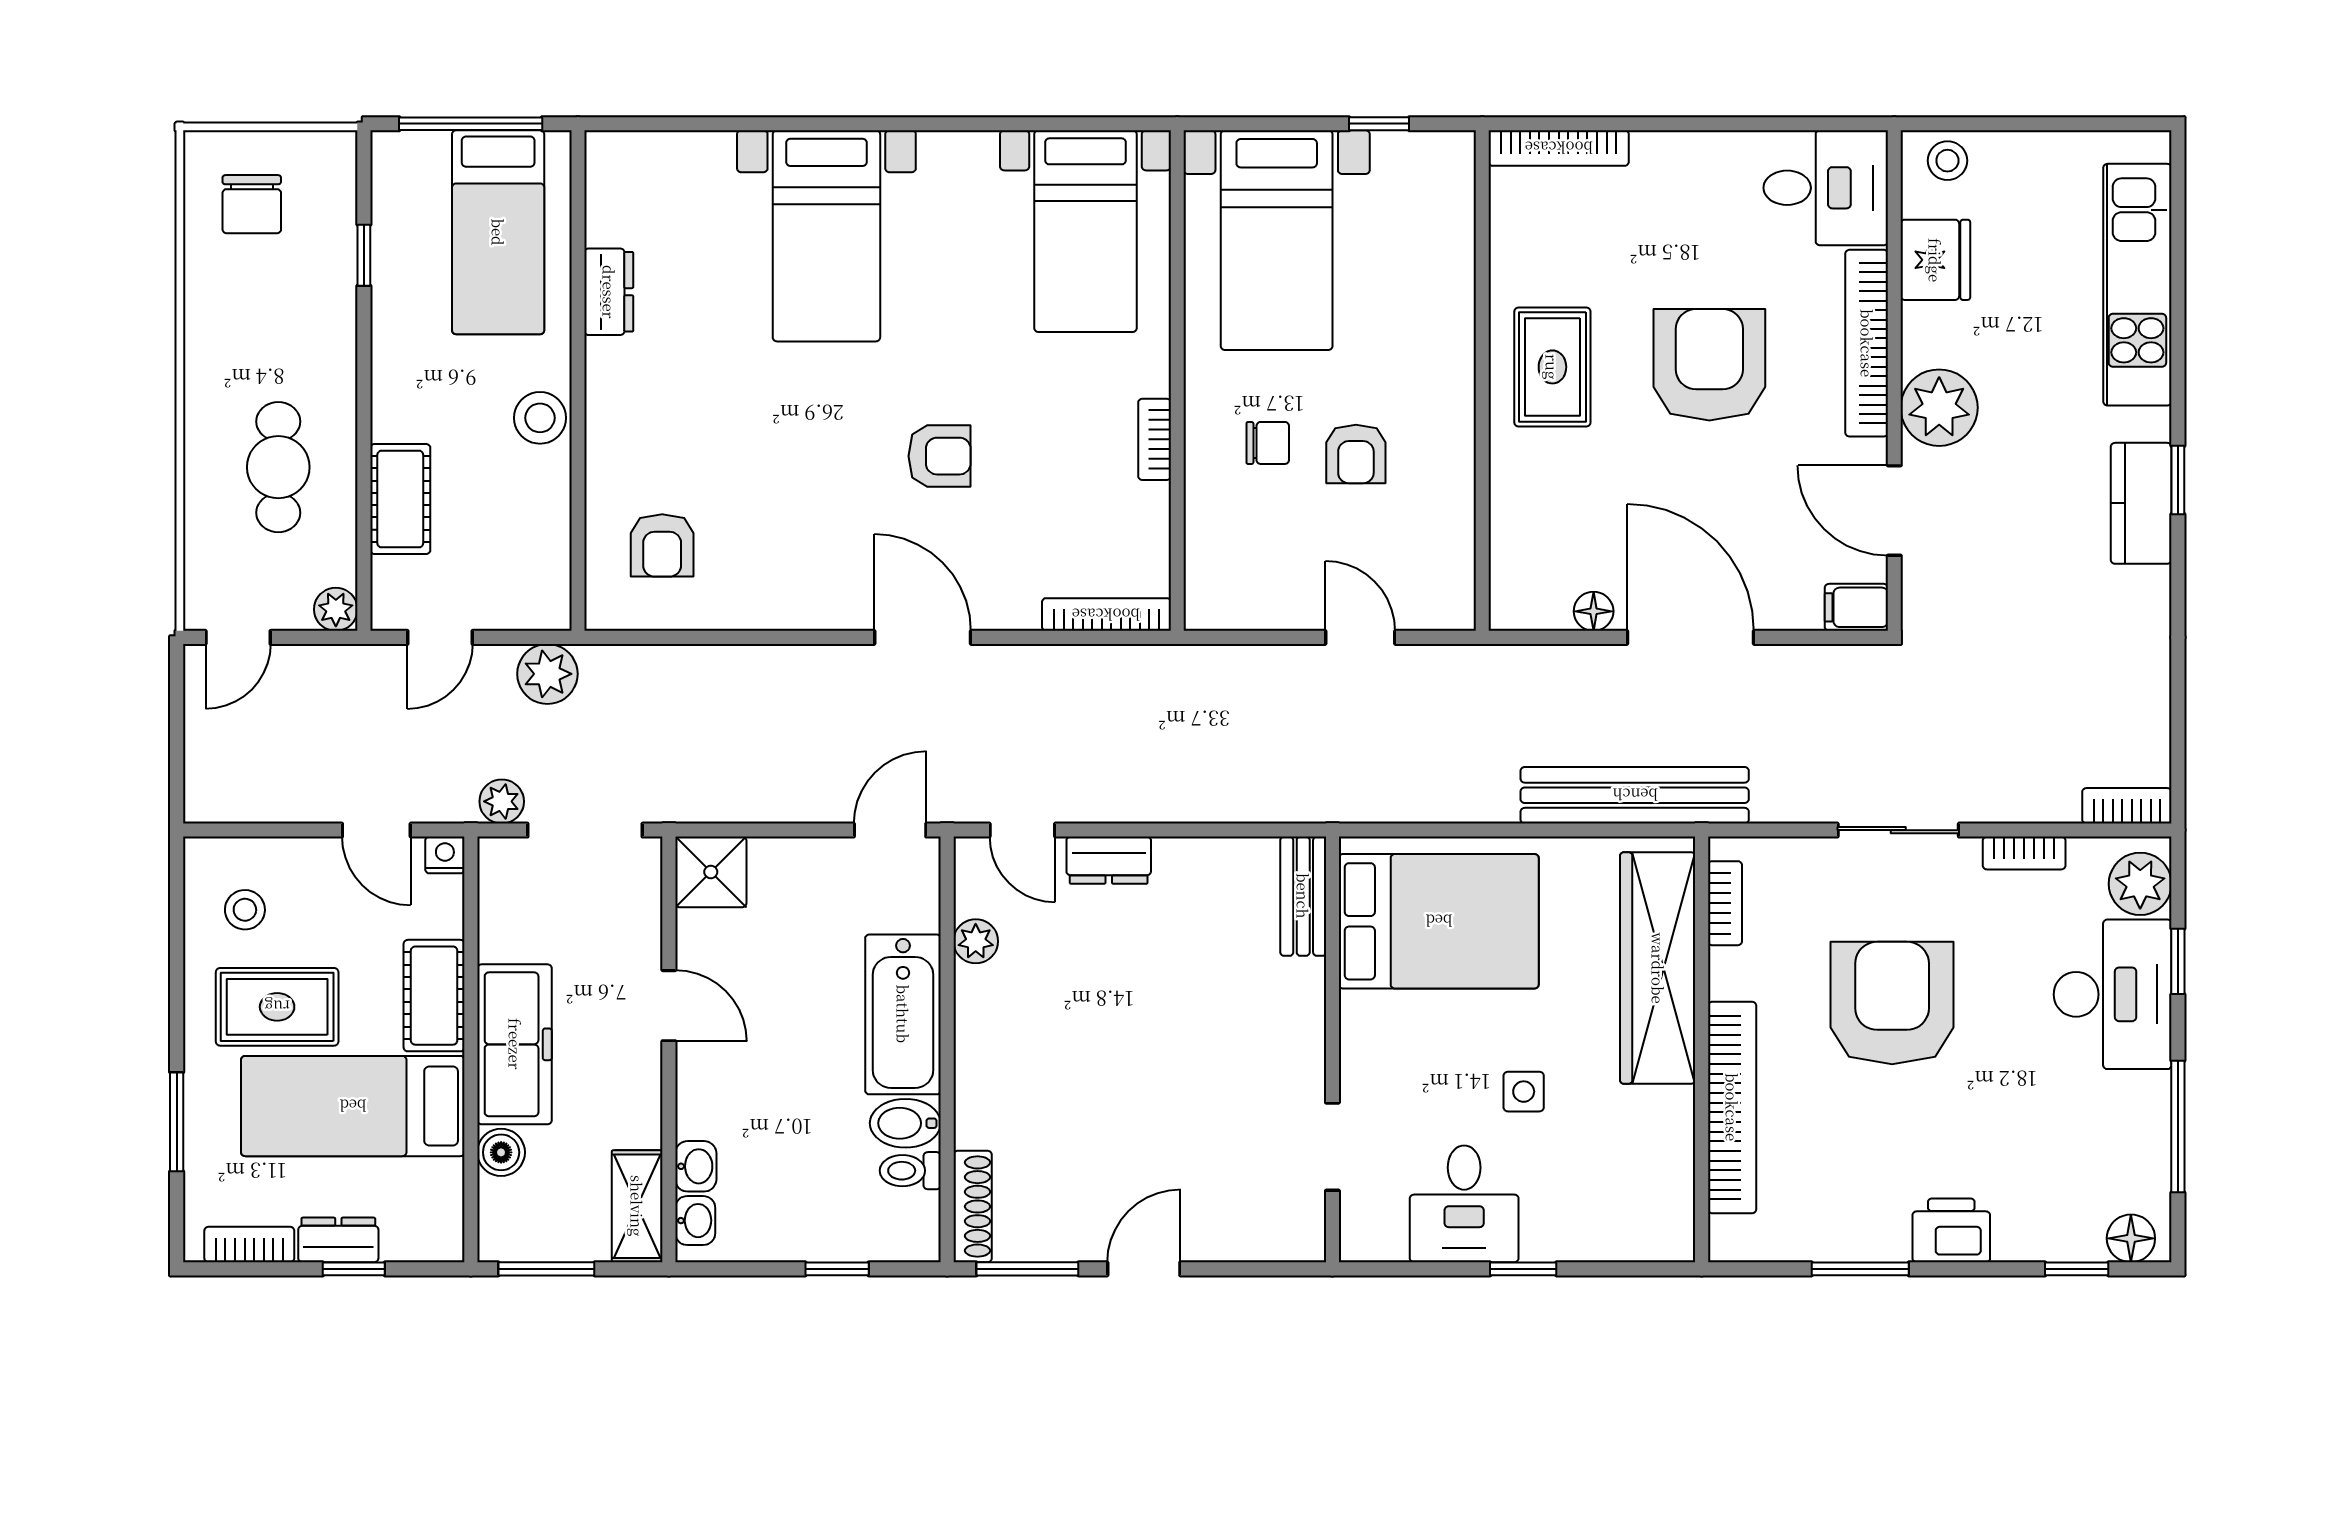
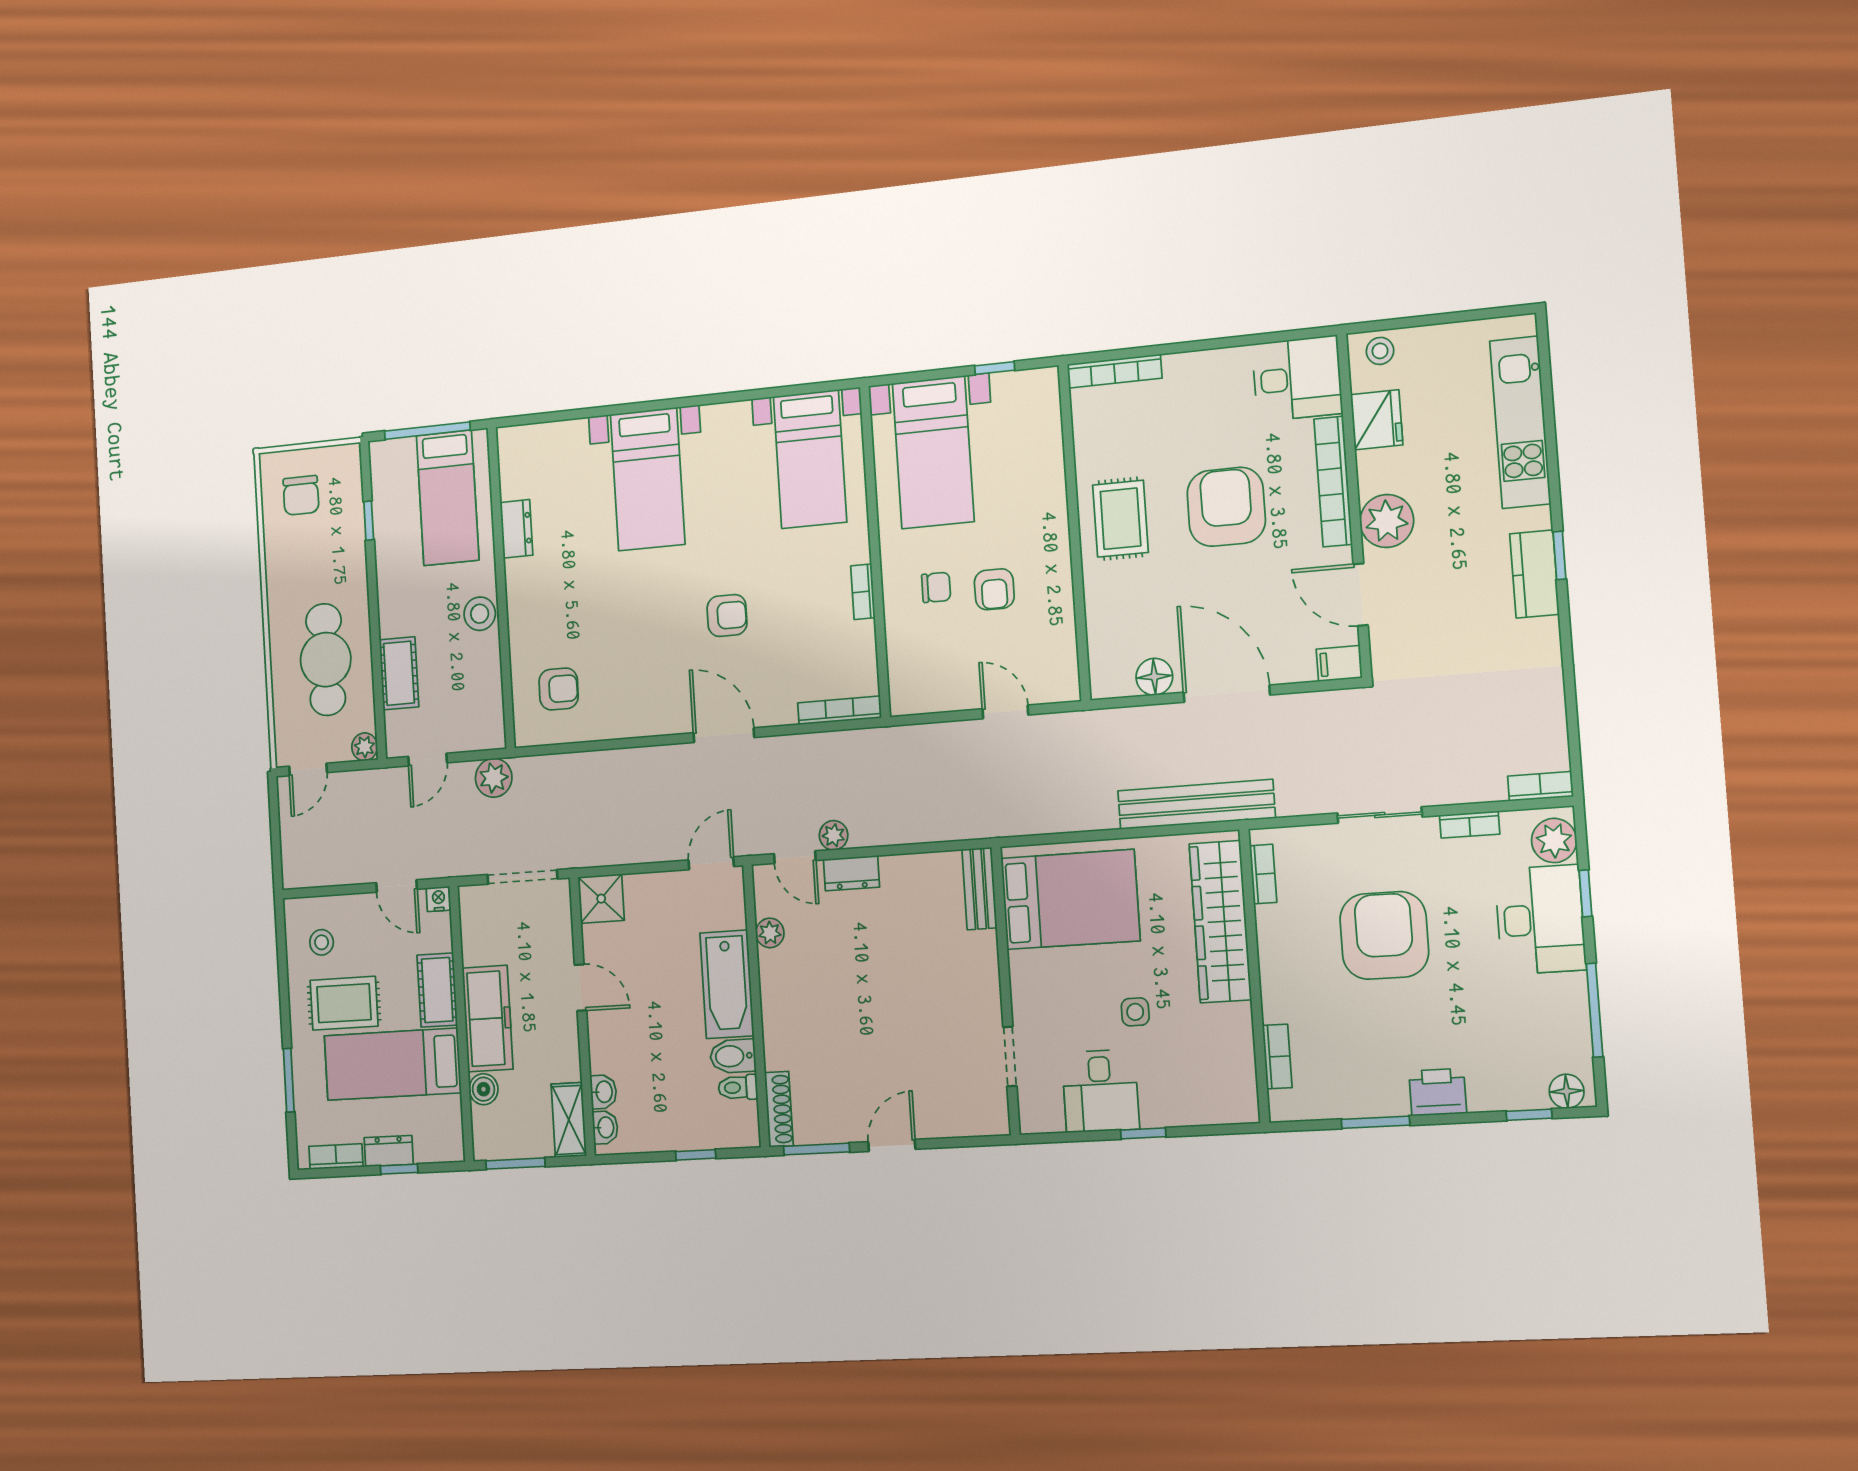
cafe table: (278, 467) -> (326, 660), width x1.37, depth x1.35
armchair: (662, 545) -> (559, 689), turned -90
floor lamp: (1594, 611) -> (1154, 677), width x1.37, depth x1.37
plant: (502, 801) -> (834, 835), moved
bookcase: (1732, 1107) -> (1277, 1056), width x0.43, depth x0.76

